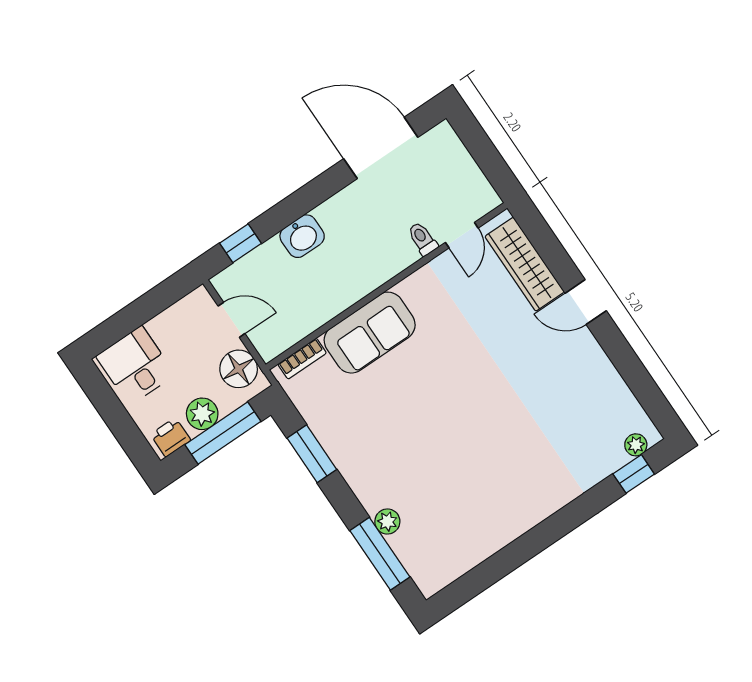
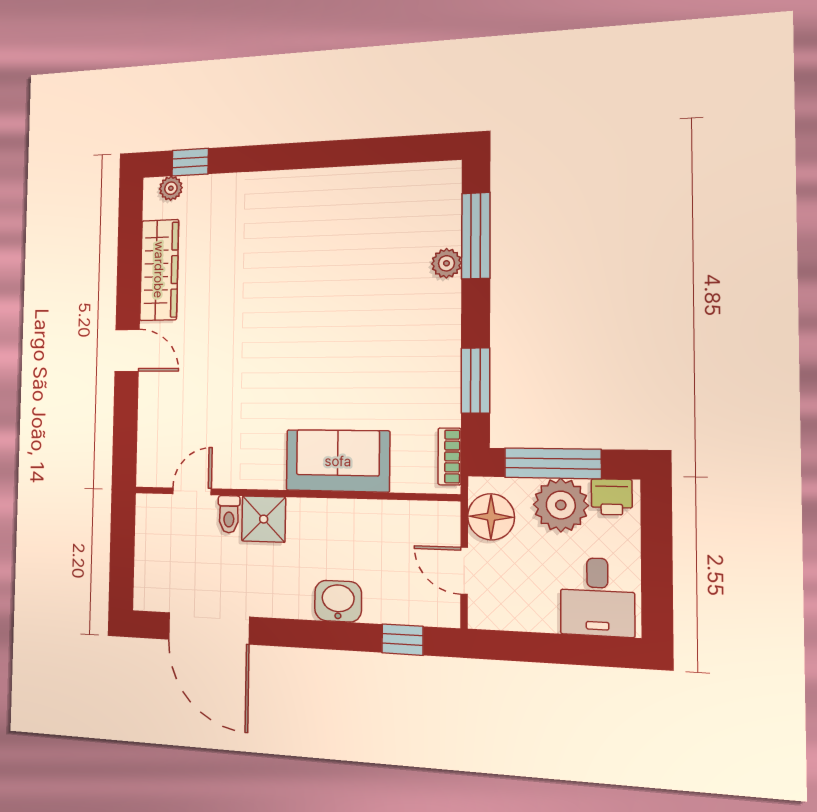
shower: (395, 254) -> (264, 519), added
wardrobe: (525, 264) -> (159, 270), moved
bookcase: (302, 359) -> (449, 456), moved, turned -90
plant: (202, 414) -> (561, 505), width x1.36, depth x1.36

